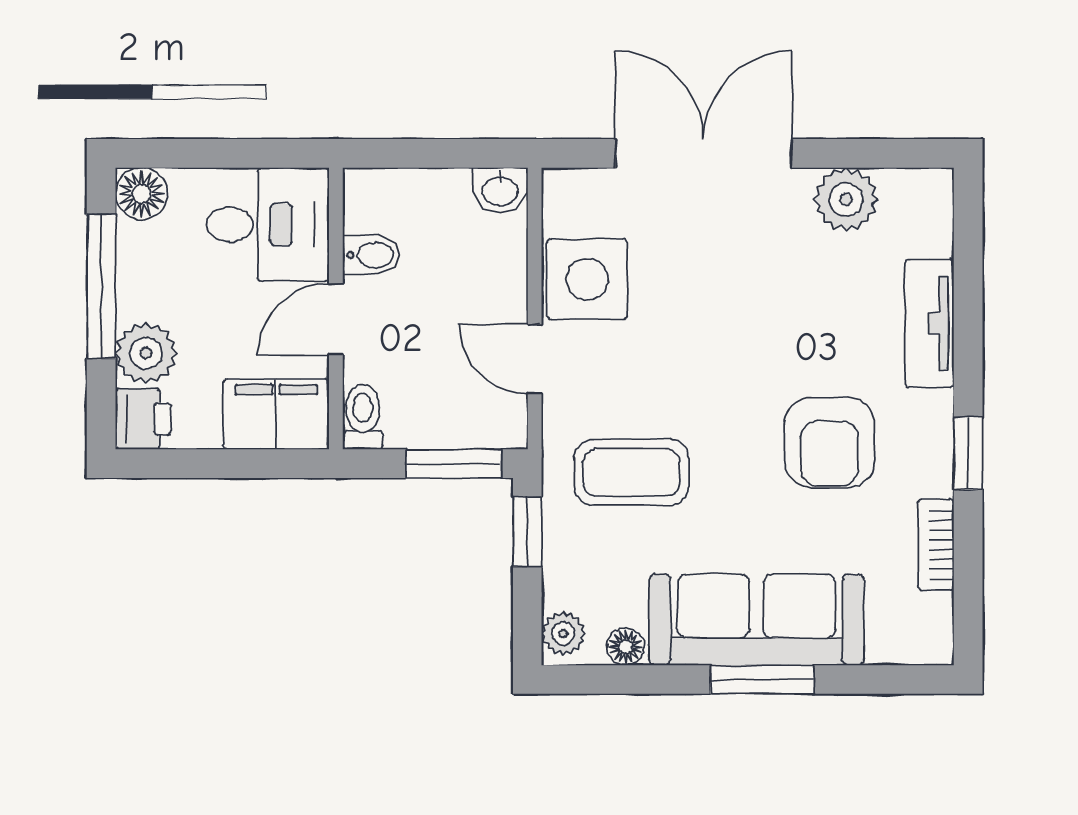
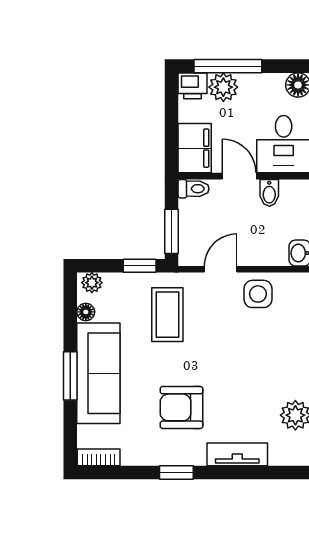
side table: (587, 279) -> (258, 294), width x0.73, depth x0.73
window: (101, 286) -> (228, 66), moved
bookcase: (936, 545) -> (99, 457), moved

